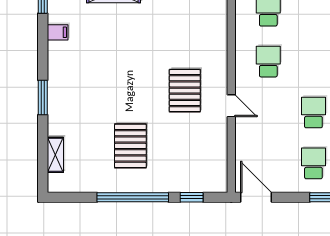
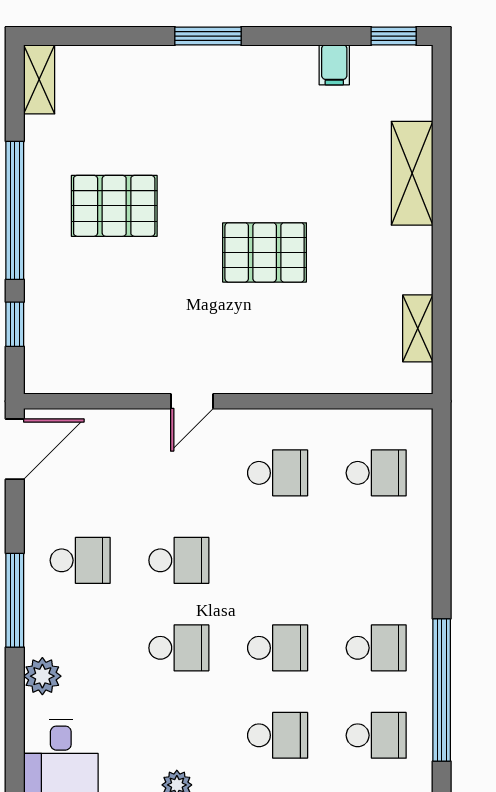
pallet: (185, 91) -> (265, 252), moved
shelving: (55, 155) -> (39, 79), moved, turned 90

